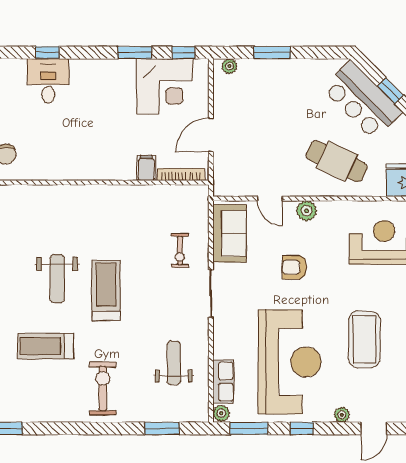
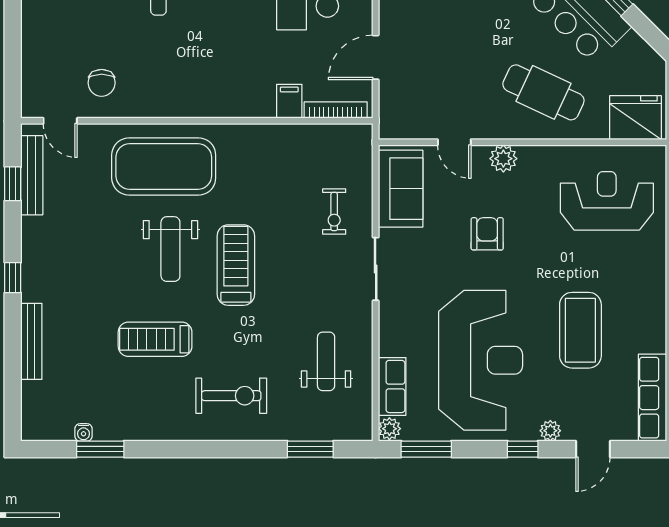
exercise mat: (52, 217) -> (164, 167), added
armchair: (294, 267) -> (487, 234), turned 90
exercise bike: (103, 388) -> (231, 396), turned 90
window: (302, 428) -> (523, 449), moved

